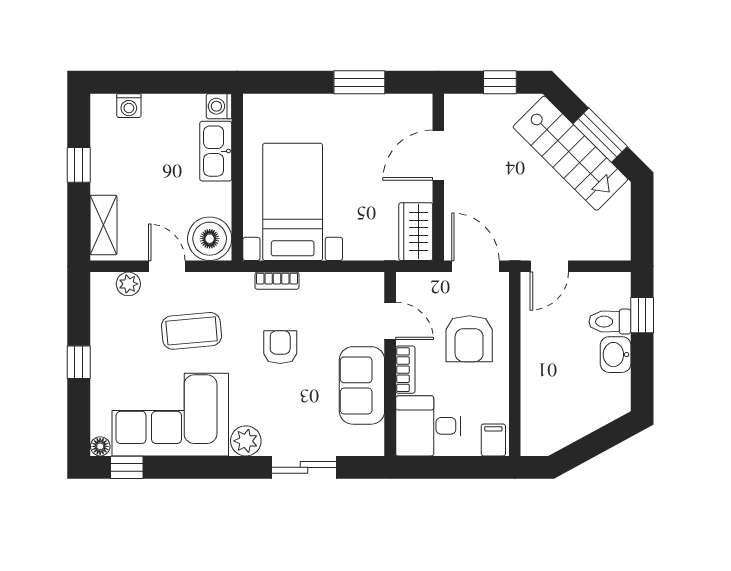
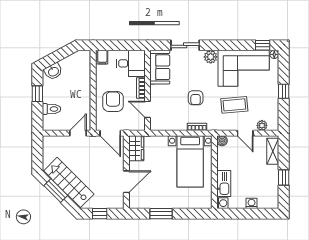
washing machine: (129, 106) -> (252, 203), moved
boiler: (210, 239) -> (222, 141), width x0.54, depth x0.54
window: (642, 315) -> (37, 94), moved
washbasin: (616, 355) -> (53, 71), moved, turned 62
sofa: (362, 385) -> (160, 67), moved

